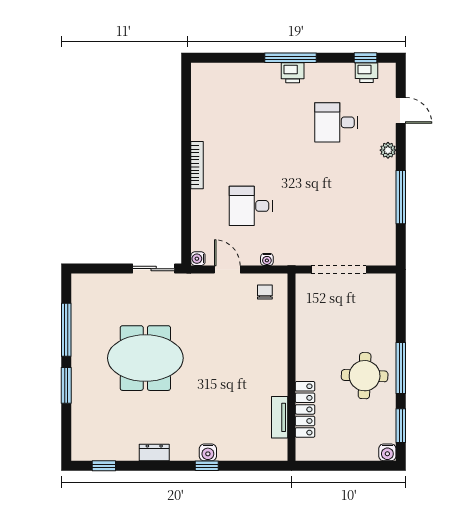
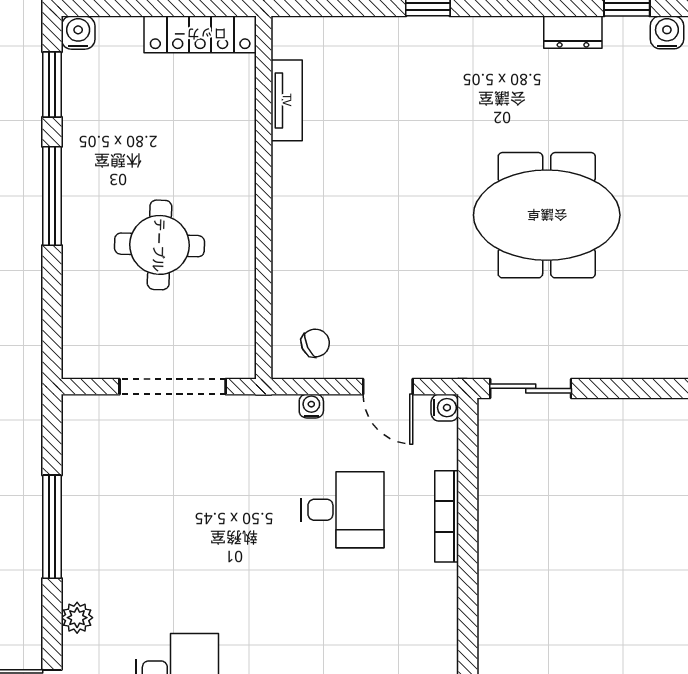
bookcase: (197, 165) -> (447, 516), moved
chair: (265, 292) -> (315, 343), turned -115
round table: (365, 376) -> (159, 245), moved
locker: (305, 409) -> (200, 34), moved, turned -90
water cooler: (208, 452) -> (667, 32), moved
dresser: (154, 453) -> (573, 32), moved

